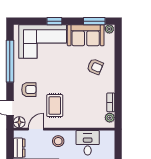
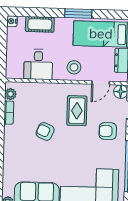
armchair: (95, 67) -> (45, 131), moved

